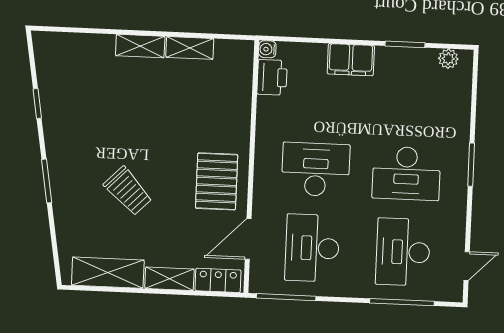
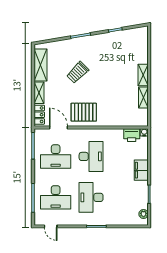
desk: (312, 248) -> (56, 156), turned 180
desk: (403, 252) -> (56, 197), turned 180

